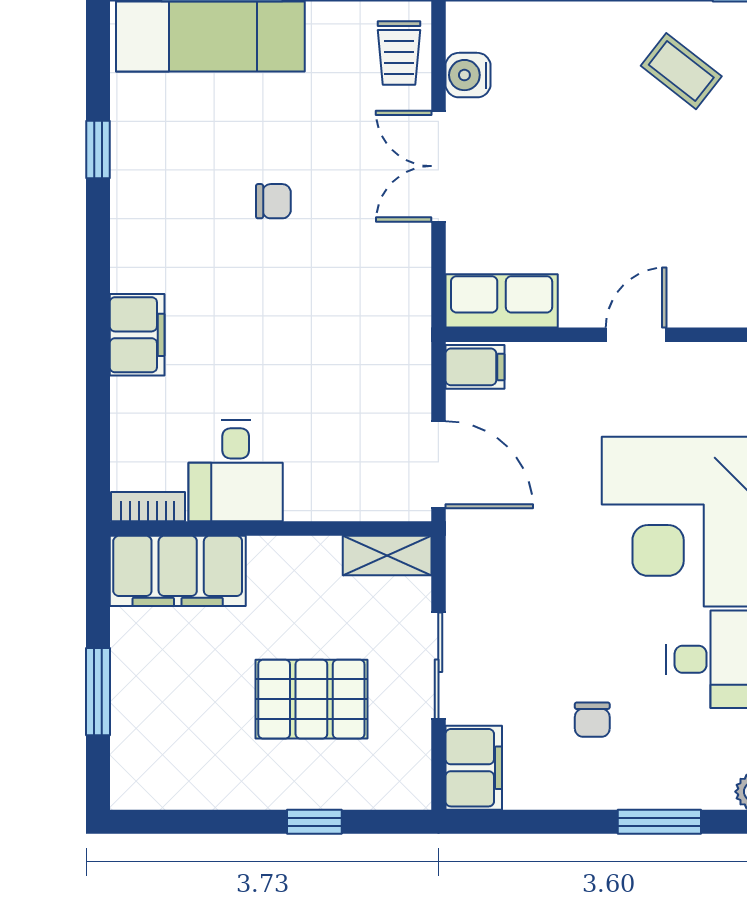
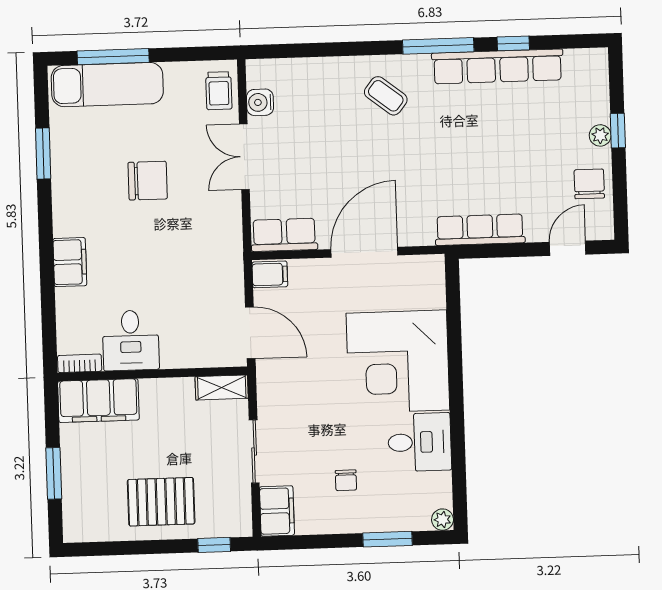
window: (98, 149) -> (43, 153), width x1.50
chair: (273, 201) -> (148, 181), width x1.87, depth x1.87
door: (636, 335) -> (364, 252), width x1.88
pallet: (311, 699) -> (161, 502), moved
window: (314, 822) -> (214, 545), moved

